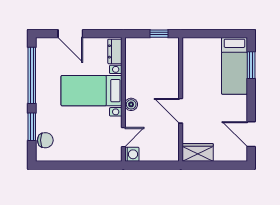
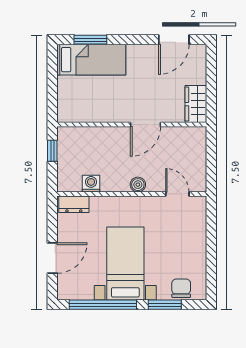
bed with nightstands: (91, 91) -> (125, 263), moved, turned 180
washing machine: (132, 154) -> (91, 184), moved

